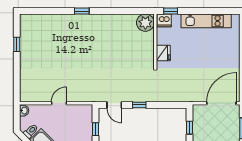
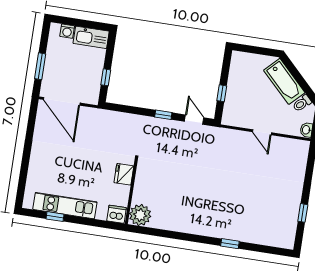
window: (82, 11) -> (230, 244), moved
window: (171, 11) -> (55, 217), moved
door: (59, 103) -> (262, 132), hinge flipped
door: (221, 103) -> (62, 101), hinge flipped

